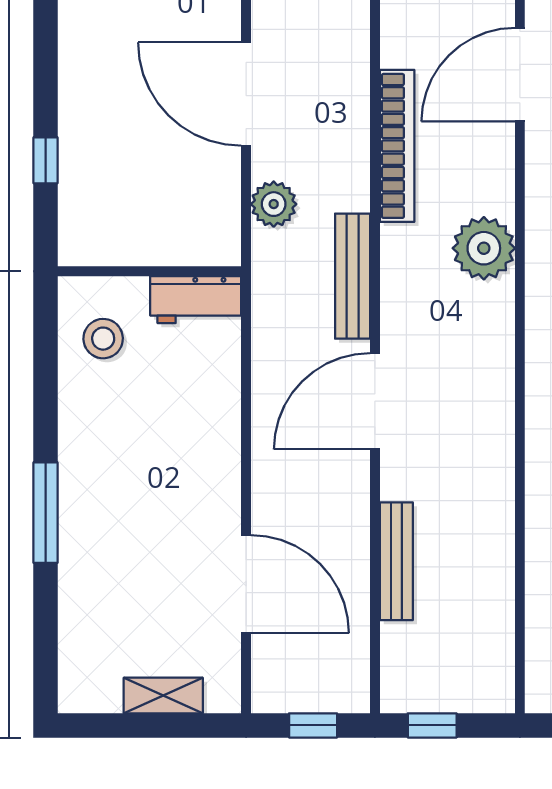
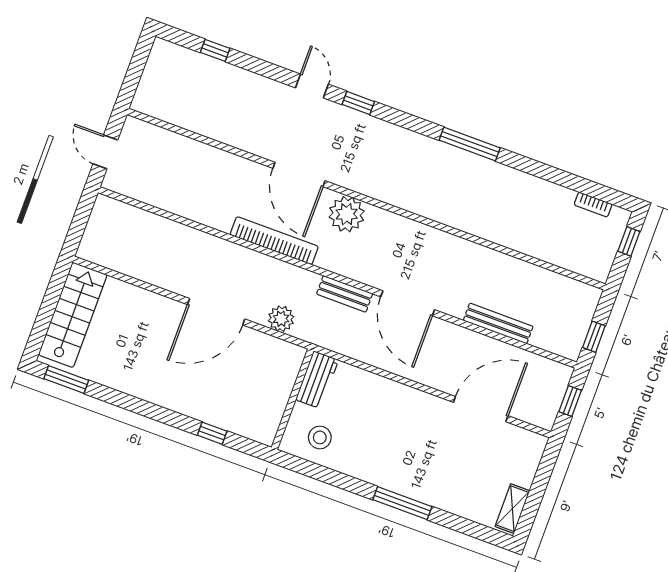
door: (520, 75) -> (299, 175), moved
bench: (353, 276) -> (345, 294), width x0.73
shelving: (163, 696) -> (512, 509), moved

